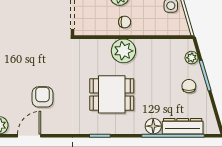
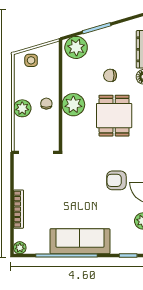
plant: (192, 58) -> (76, 47), width x1.88, depth x1.88
chair: (189, 86) -> (110, 75), moved

